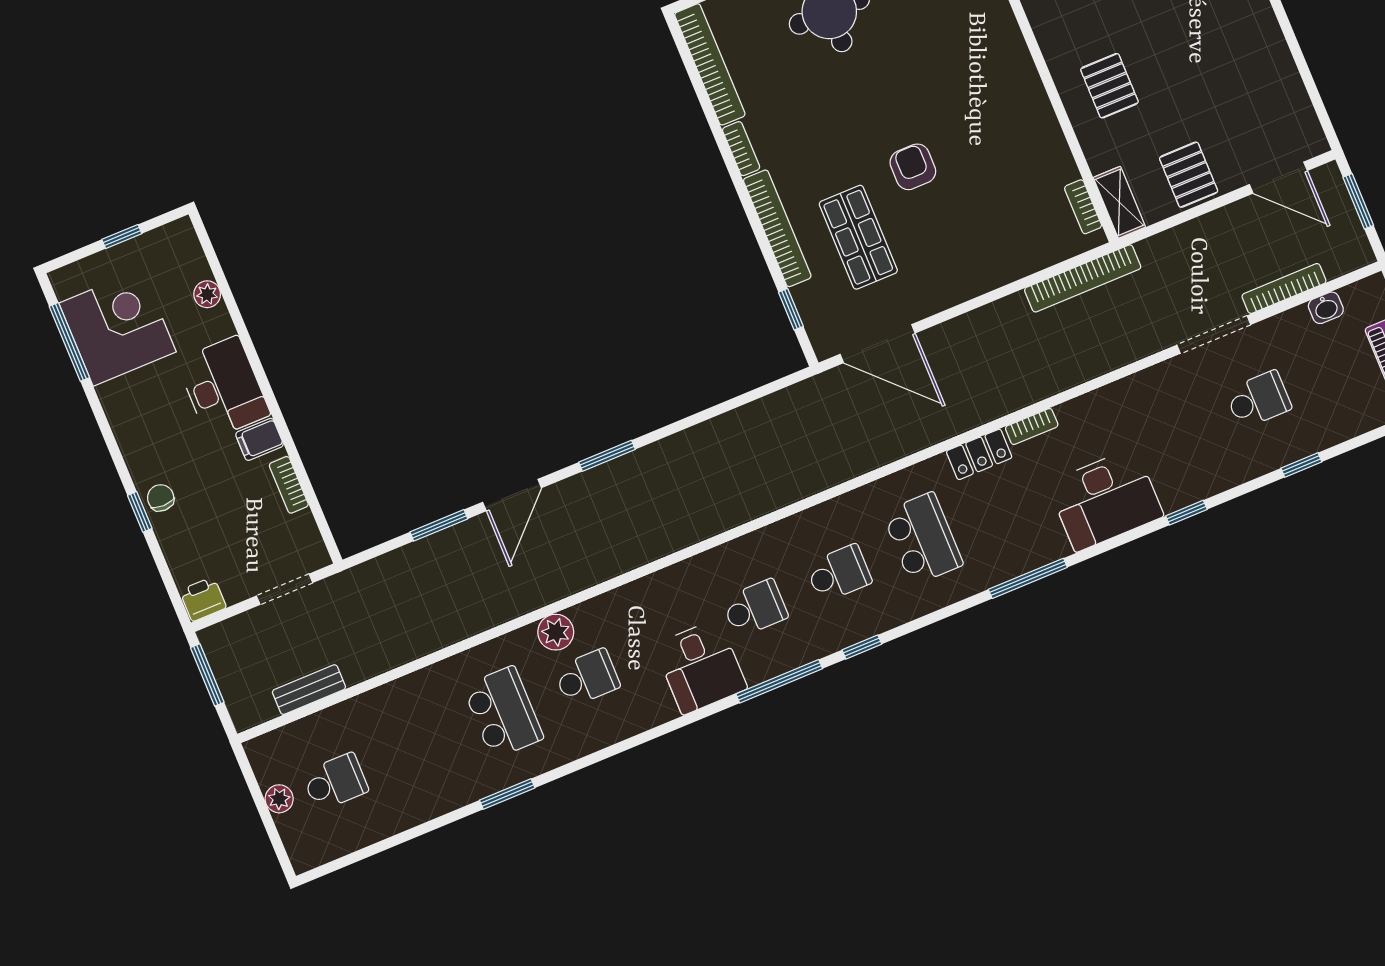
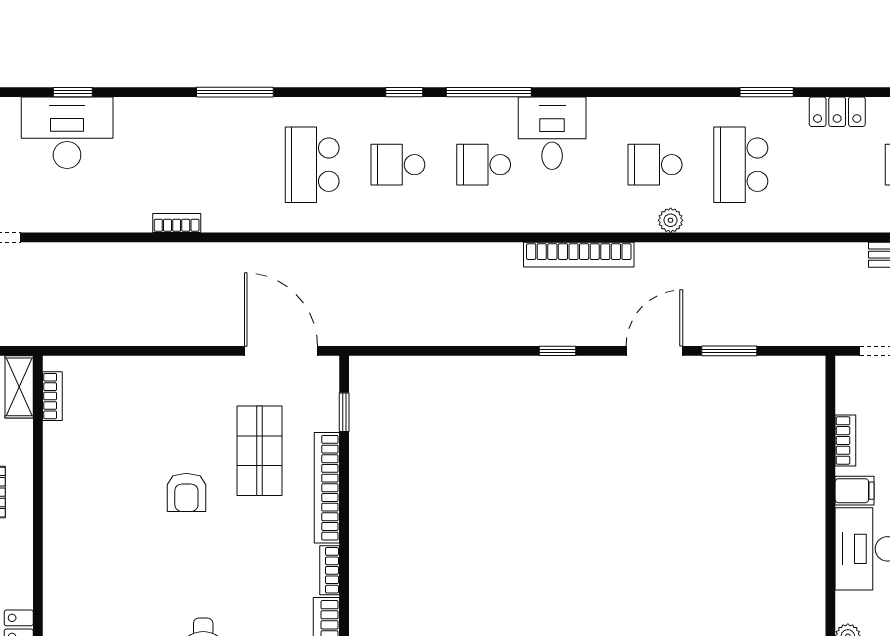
bookcase: (1083, 278) -> (579, 255), moved, turned 180
locker: (979, 454) -> (837, 112), moved, turned 180
window: (607, 456) -> (557, 351), width x0.67
desk: (1105, 500) -> (67, 133), moved
plant: (556, 632) -> (671, 220), width x0.73, depth x0.73

